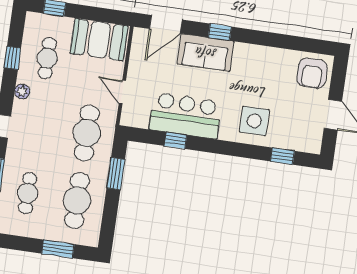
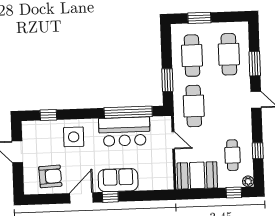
door: (166, 24) -> (81, 198), moved
armchair: (312, 73) -> (50, 176), moved, turned 87
plant: (22, 91) -> (248, 181), moved
window: (176, 141) -> (128, 112), width x3.17
cafe table: (28, 193) -> (229, 54), width x1.37, depth x1.35

